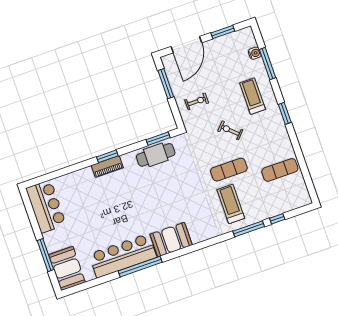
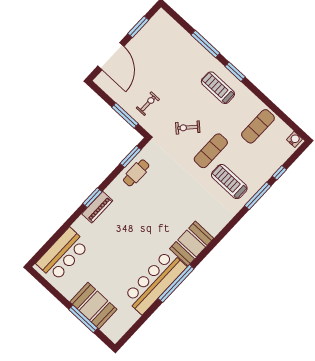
water cooler: (255, 53) -> (295, 139), moved
window: (267, 64) -> (205, 44), moved
window: (166, 84) -> (125, 115), moved
treadmill: (253, 96) -> (218, 88), moved
exercise bike: (230, 130) -> (188, 127), moved
cafe table: (156, 155) -> (136, 173), width x0.73, depth x0.74
bar counter: (46, 206) -> (63, 255), moved, turned 90
booth: (67, 269) -> (93, 306), moved

